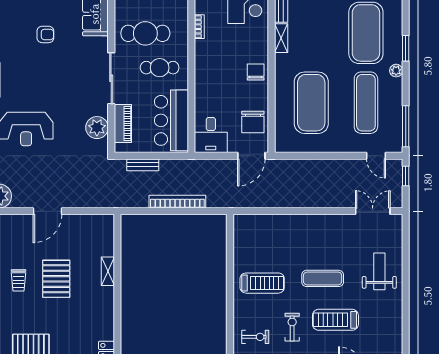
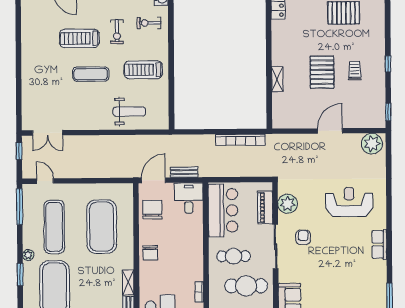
armchair: (45, 34) -> (303, 237), moved, turned 90
bench: (143, 165) -> (184, 172), moved
window: (406, 176) -> (19, 151), moved
bookcase: (177, 202) -> (240, 140), moved
weight bench: (379, 271) -> (129, 111), moved, turned -90
treadmill: (335, 320) -> (79, 38), turned 180

